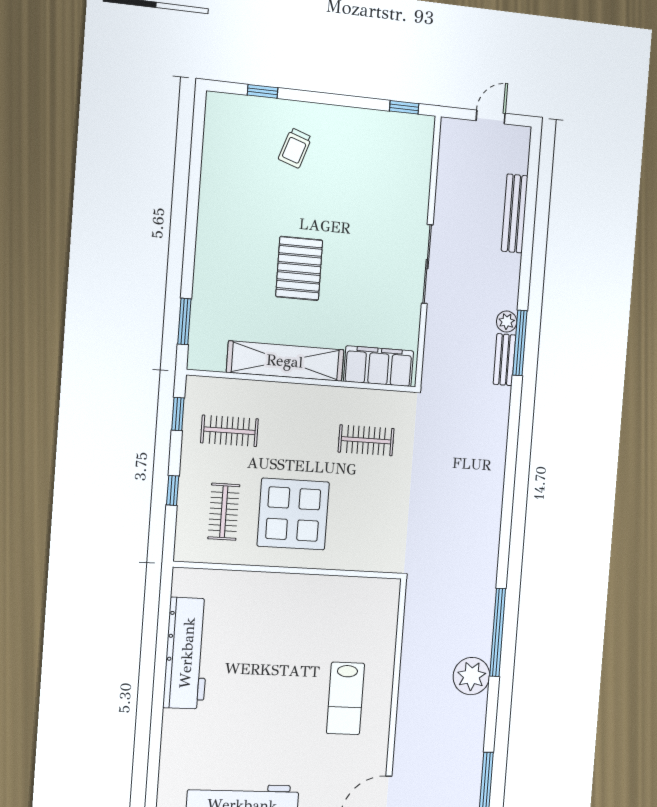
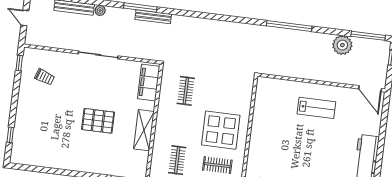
trolley: (295, 148) -> (45, 77), moved
plant: (507, 322) -> (100, 11), moved
bench: (504, 360) -> (153, 17), width x1.36
shelving: (285, 361) -> (144, 130), width x0.68
plant: (471, 676) -> (342, 45), moved

